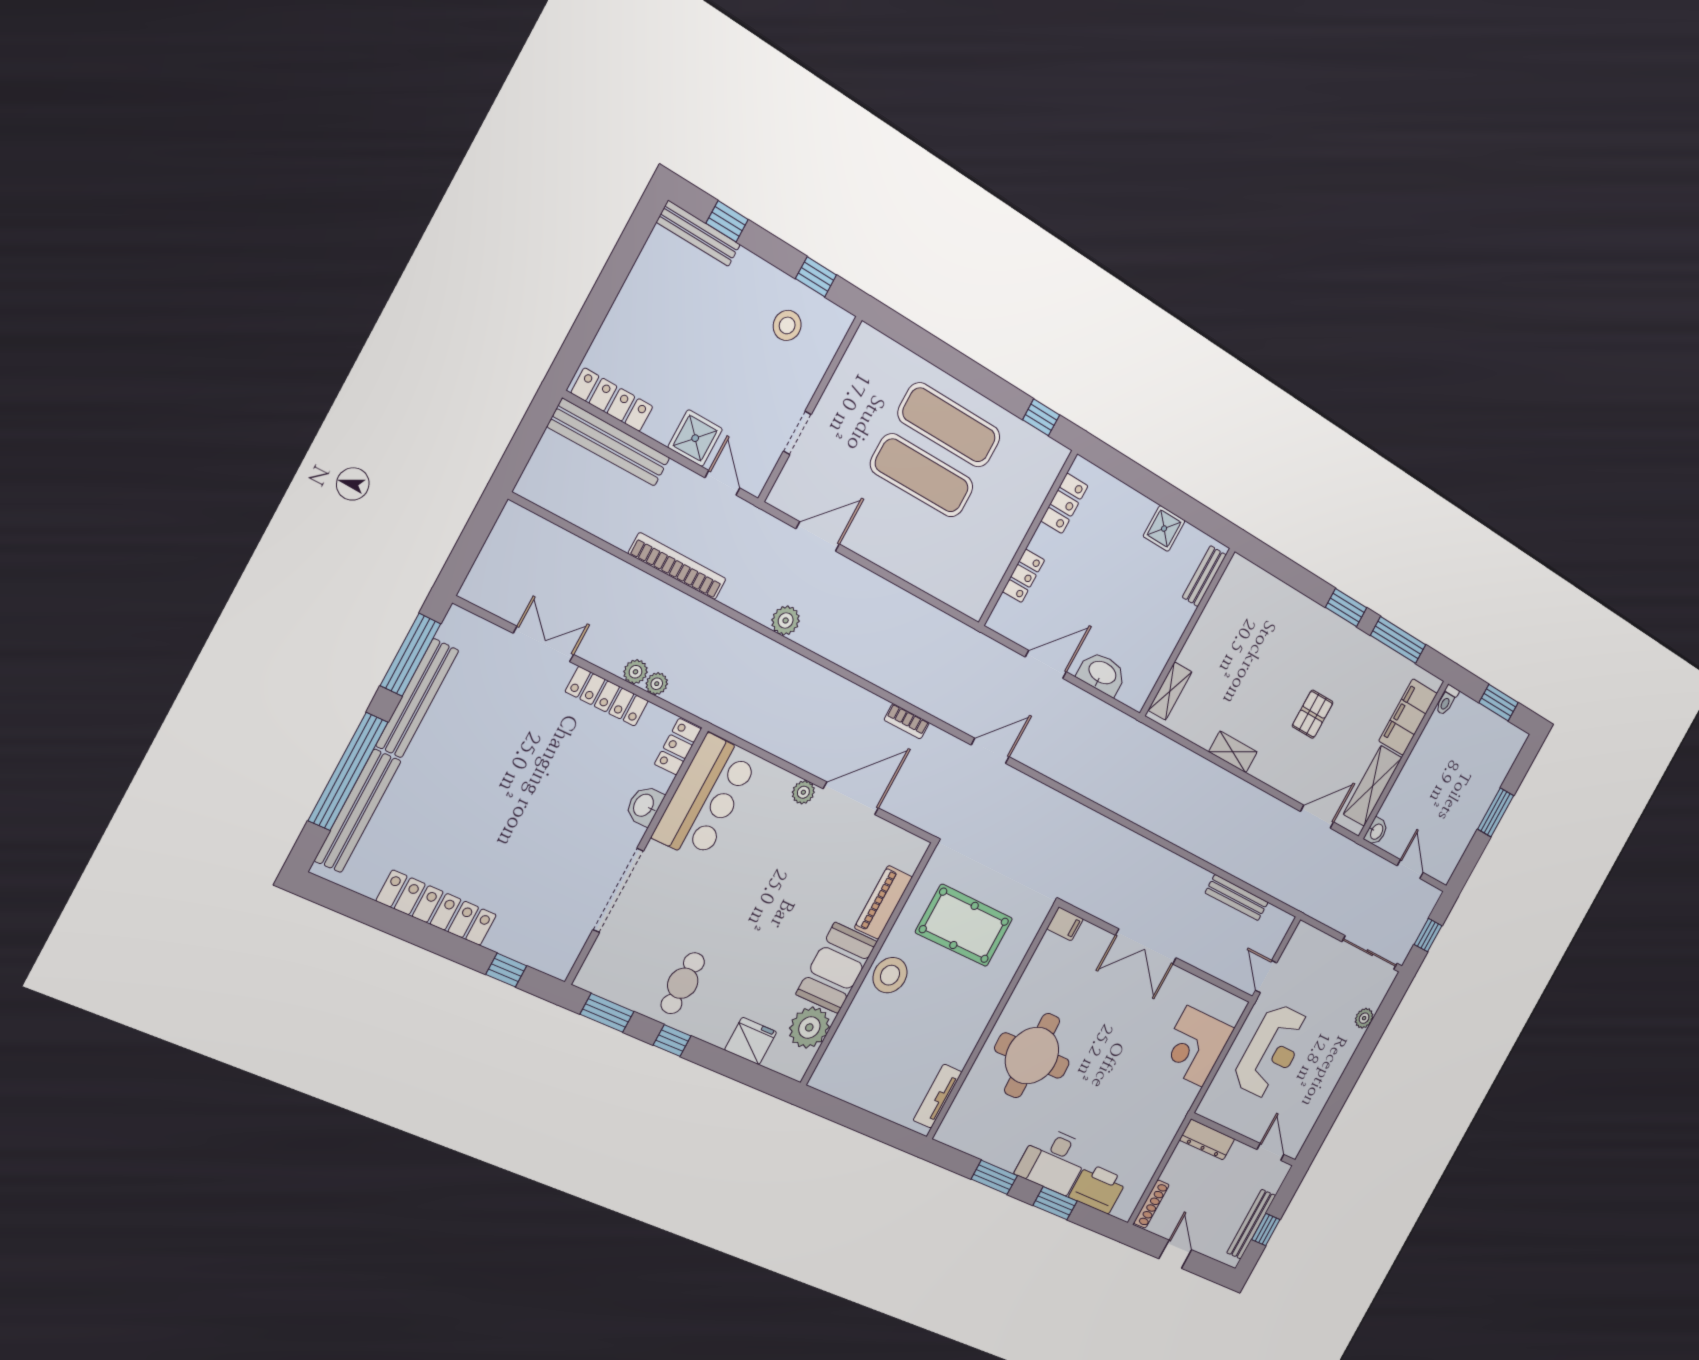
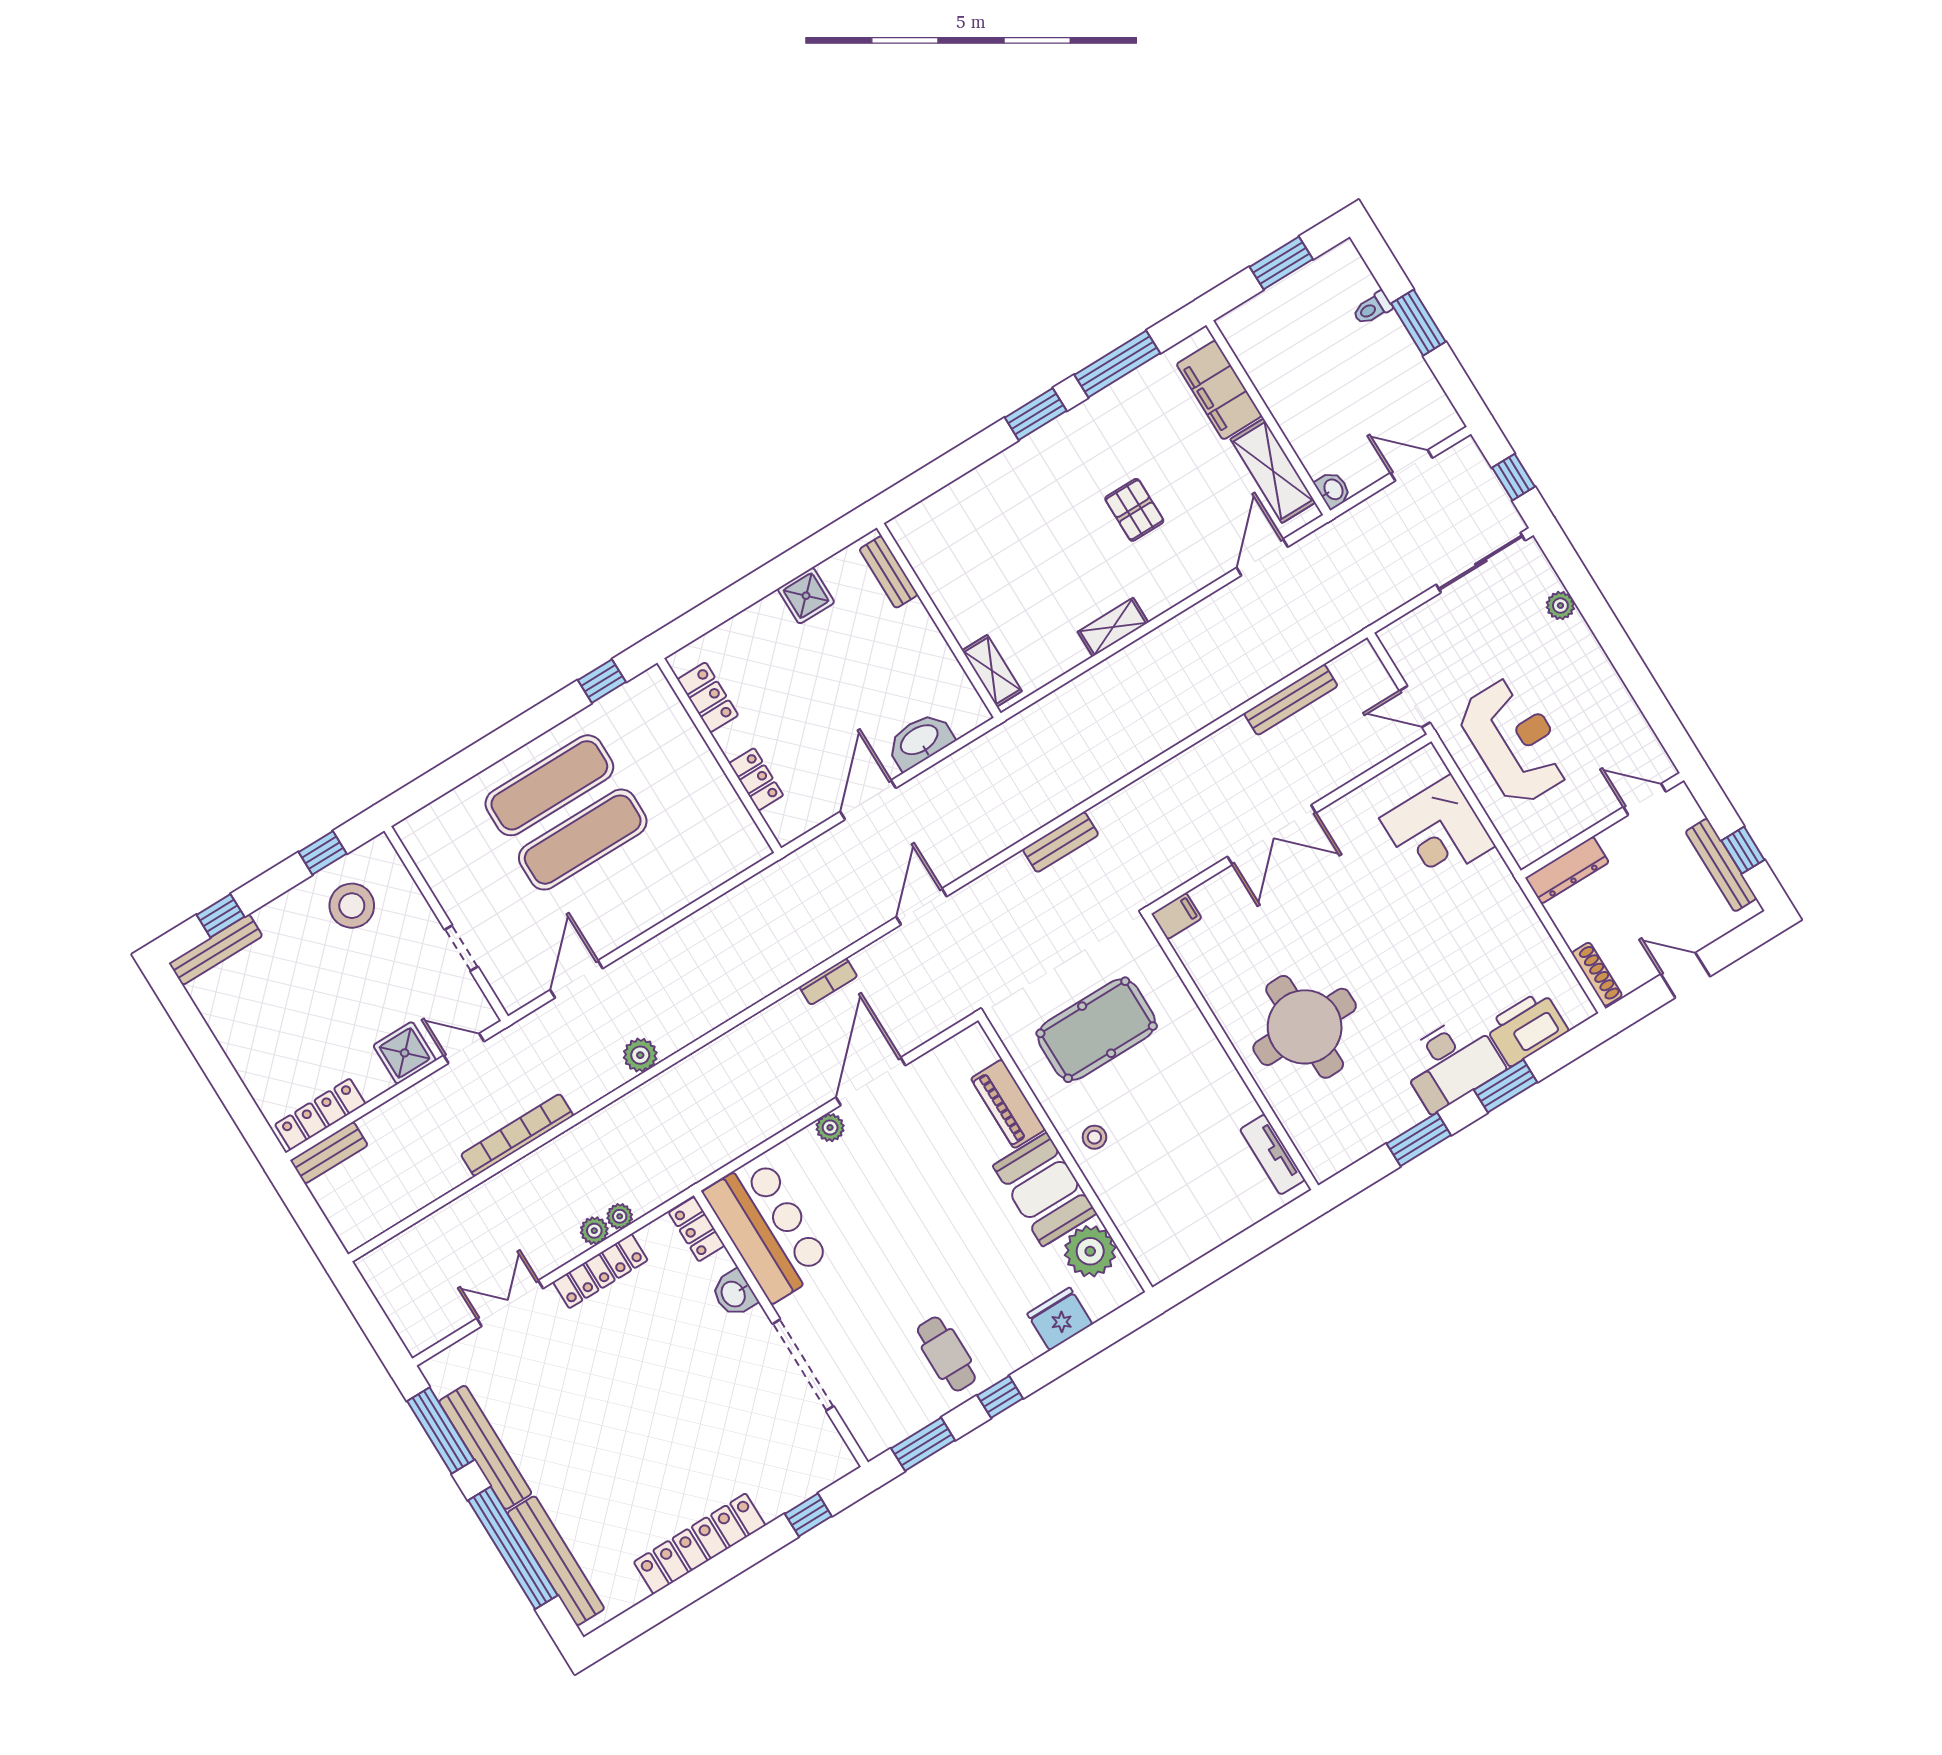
stool: (787, 325) -> (352, 906), width x1.38, depth x1.38
bench: (609, 442) -> (329, 1153), width x0.54, depth x0.82
toilet: (1447, 700) -> (1372, 308), moved, turned 90
bench: (1078, 815) -> (1061, 842), added
stool: (890, 975) -> (1094, 1137), width x0.53, depth x0.53

